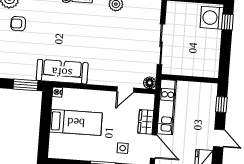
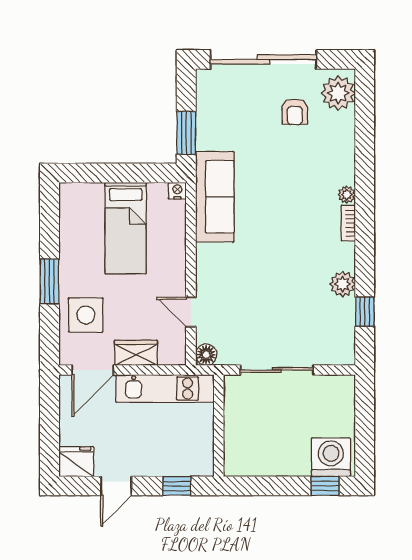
armchair: (18, 24) -> (295, 112), turned 180
side table: (123, 148) -> (86, 315), width x1.87, depth x1.87

